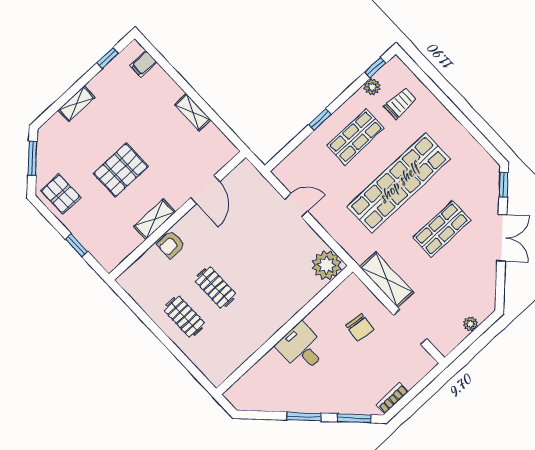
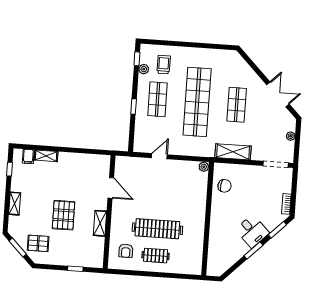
shelving: (193, 112) -> (46, 156), moved
window: (504, 185) -> (246, 58), removed
pallet: (61, 194) -> (38, 243), moved
double door: (502, 238) -> (278, 94), moved
armchair: (171, 244) -> (126, 251), moved
plant: (327, 265) -> (204, 167), width x0.53, depth x0.53
clothes rail: (215, 287) -> (157, 229), width x1.86, depth x1.31
chair: (360, 327) -> (225, 186), moved
doorway: (410, 327) -> (276, 164), moved
desk: (302, 348) -> (252, 231), moved, turned -135

